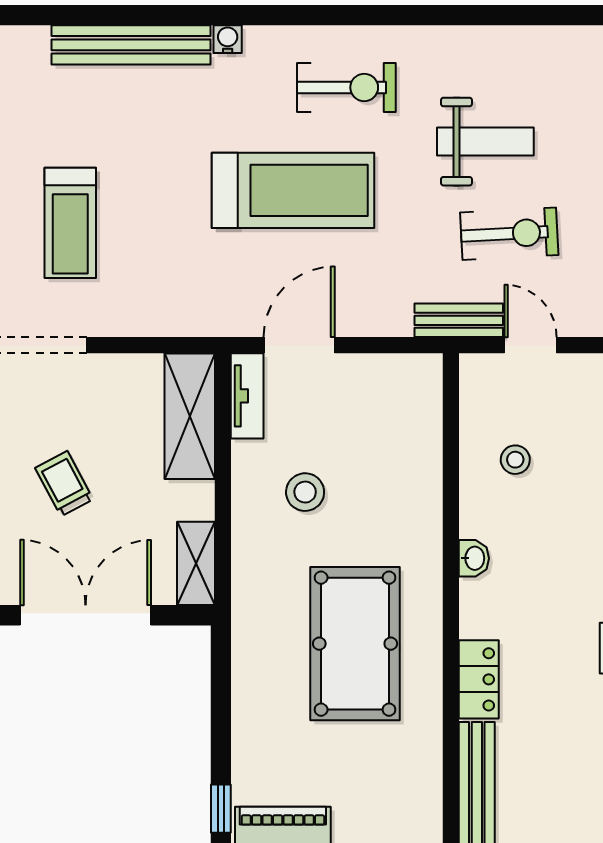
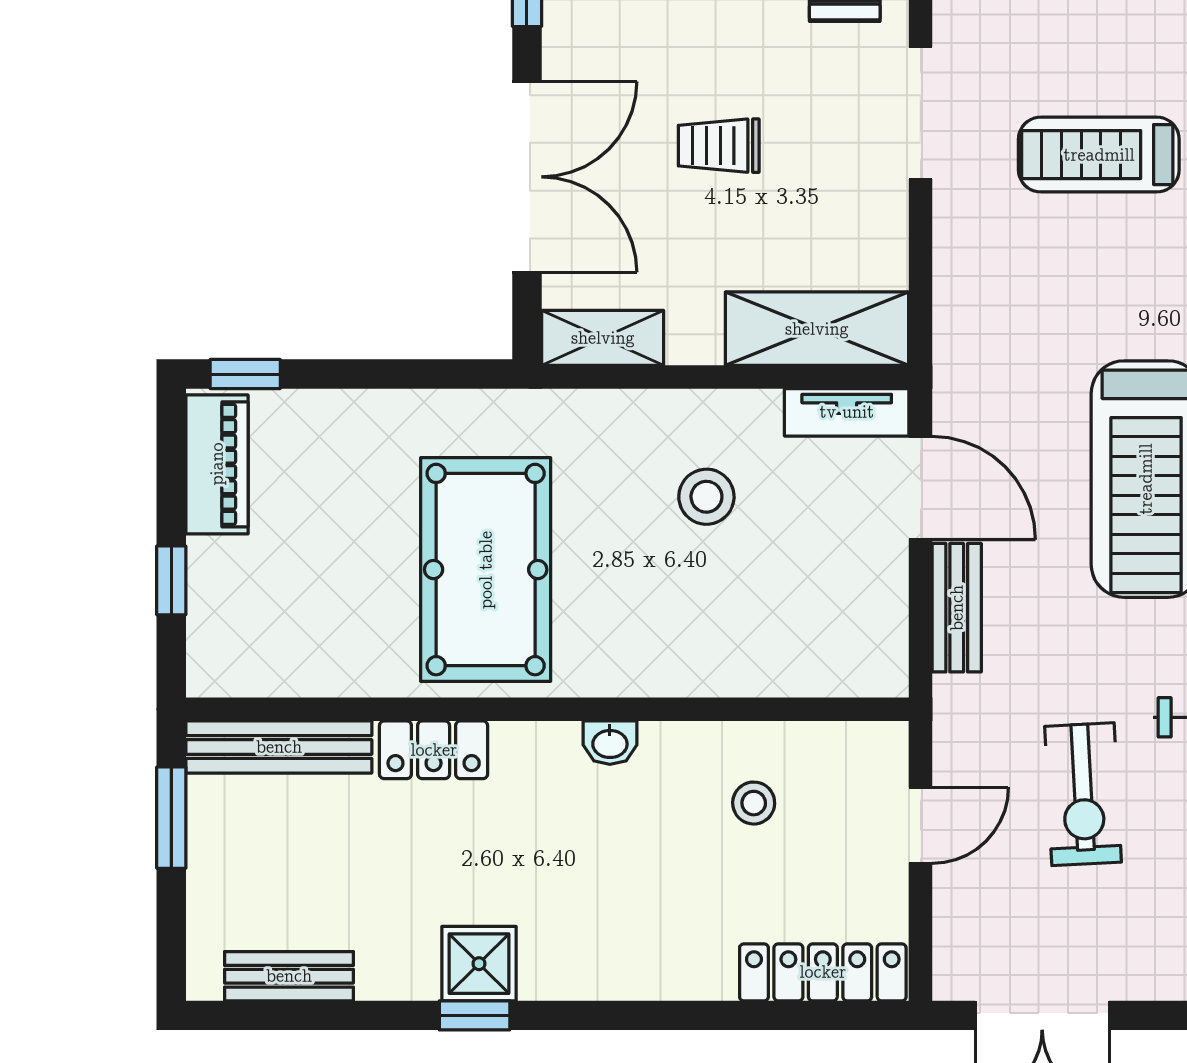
bench: (459, 320) -> (957, 608), moved
trolley: (64, 484) -> (719, 146), turned -152
pool table: (355, 644) -> (486, 570), turned 90

